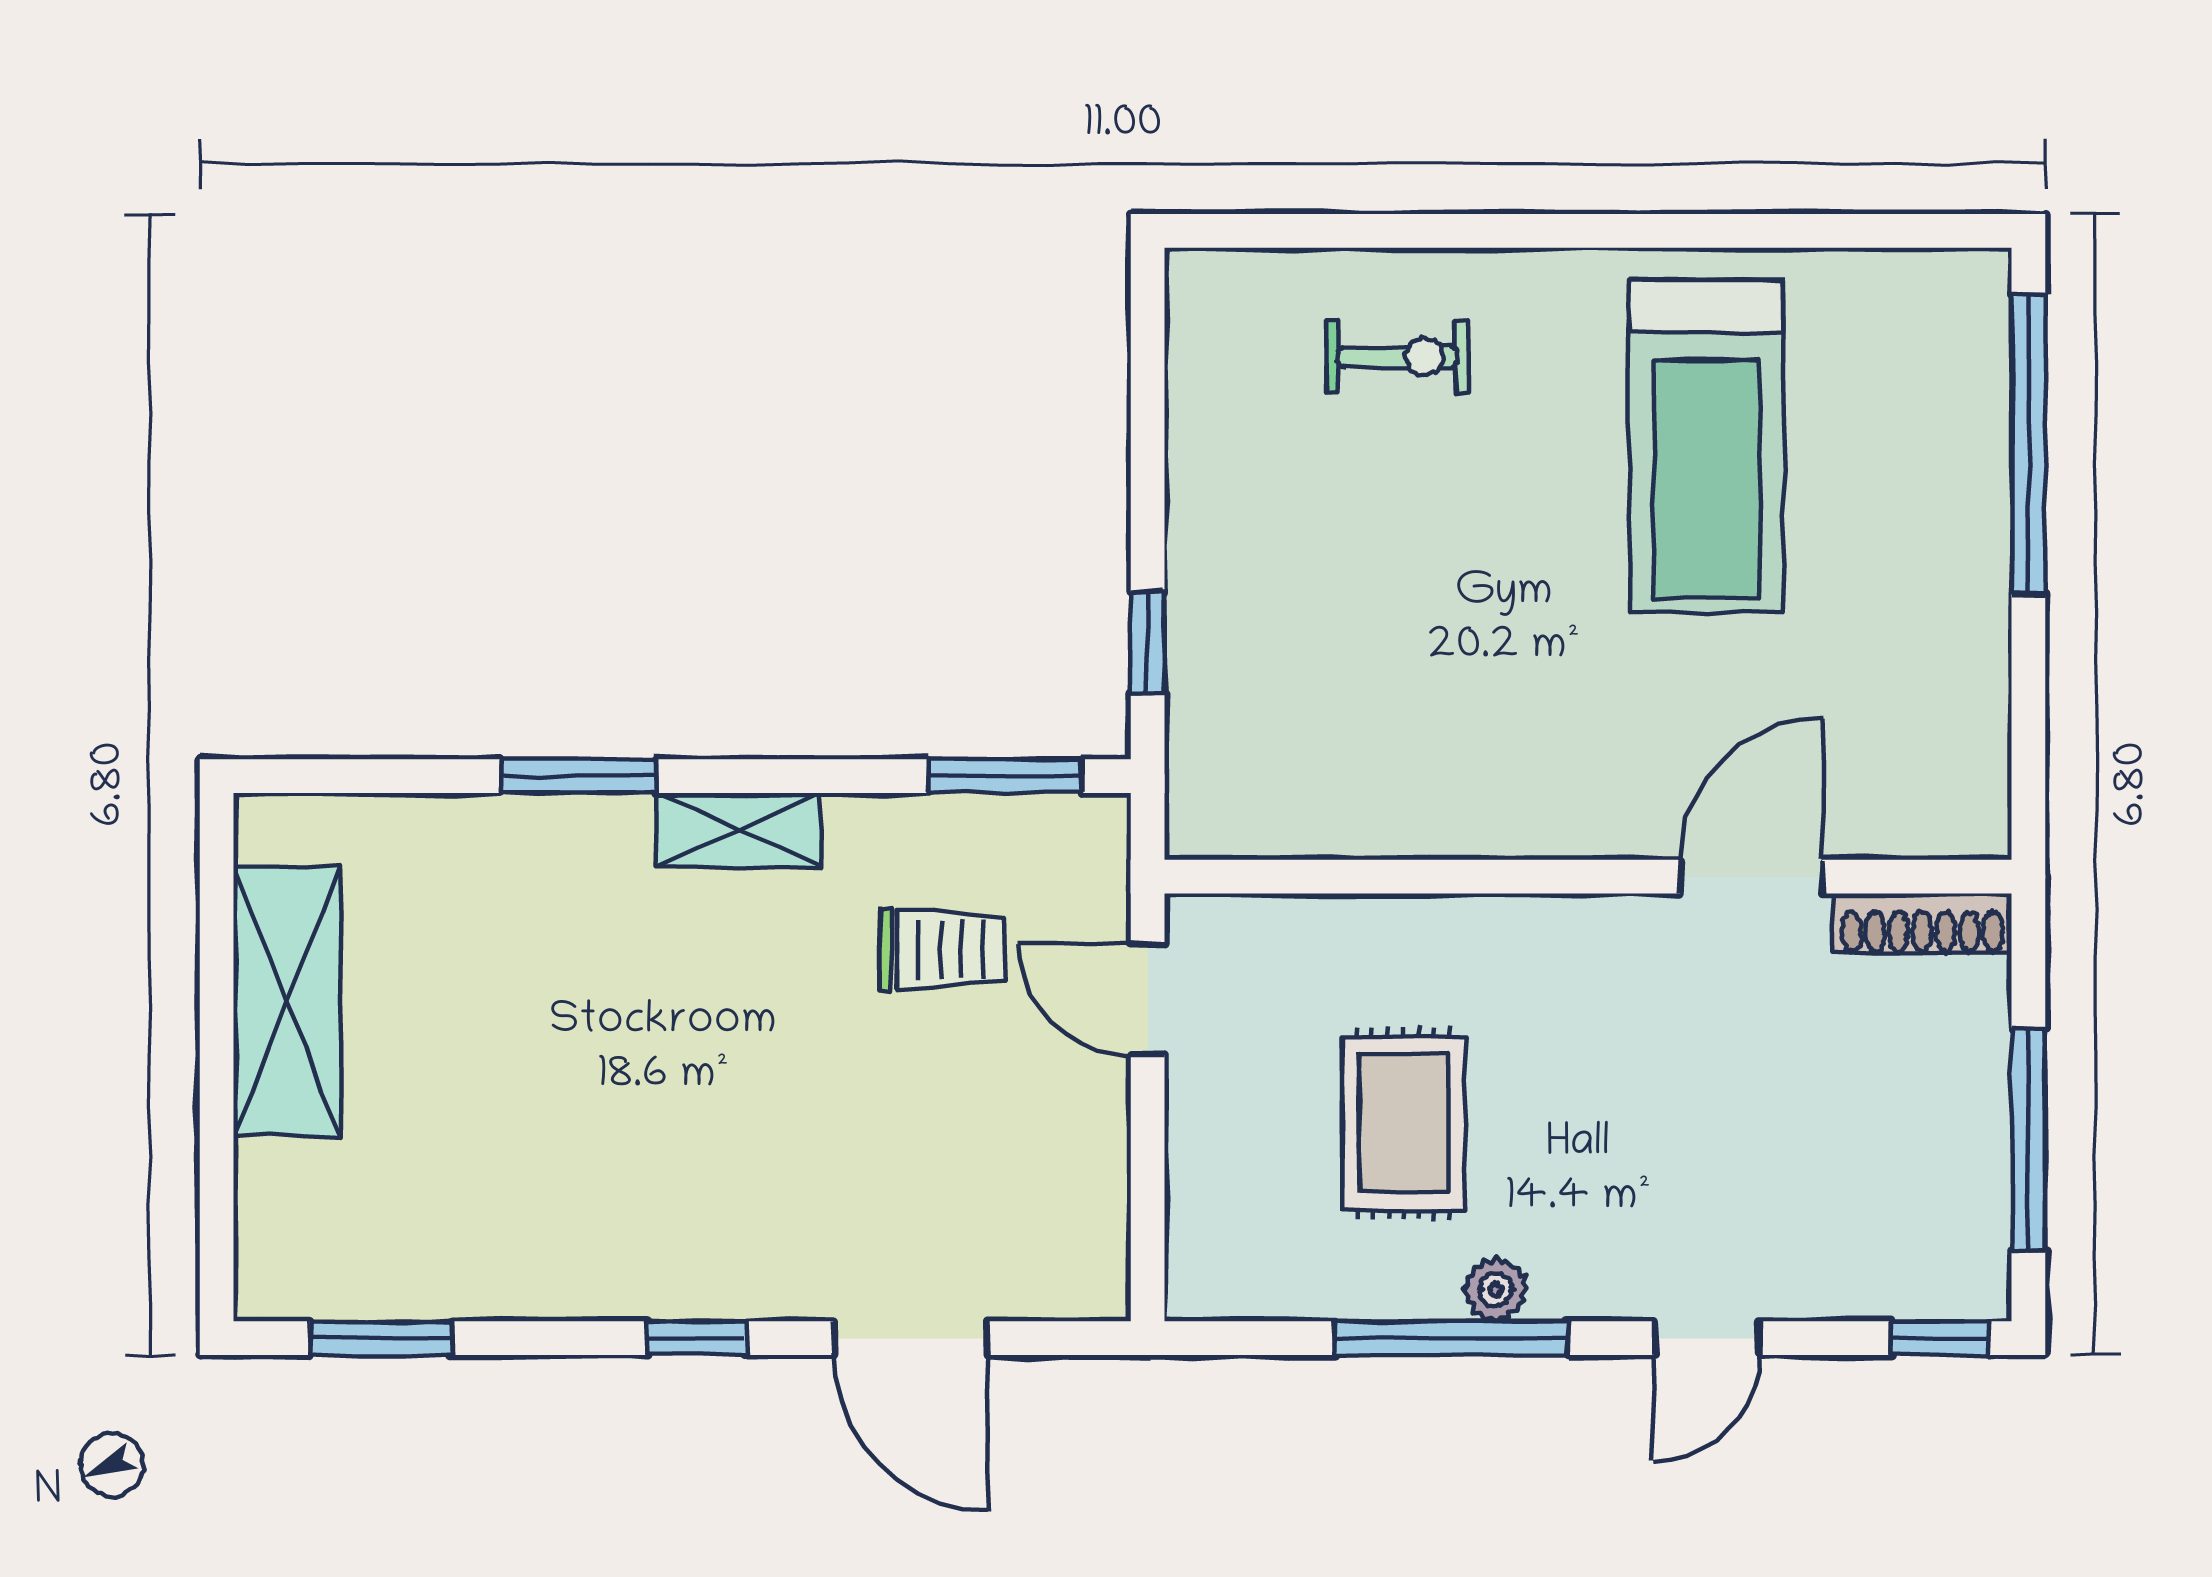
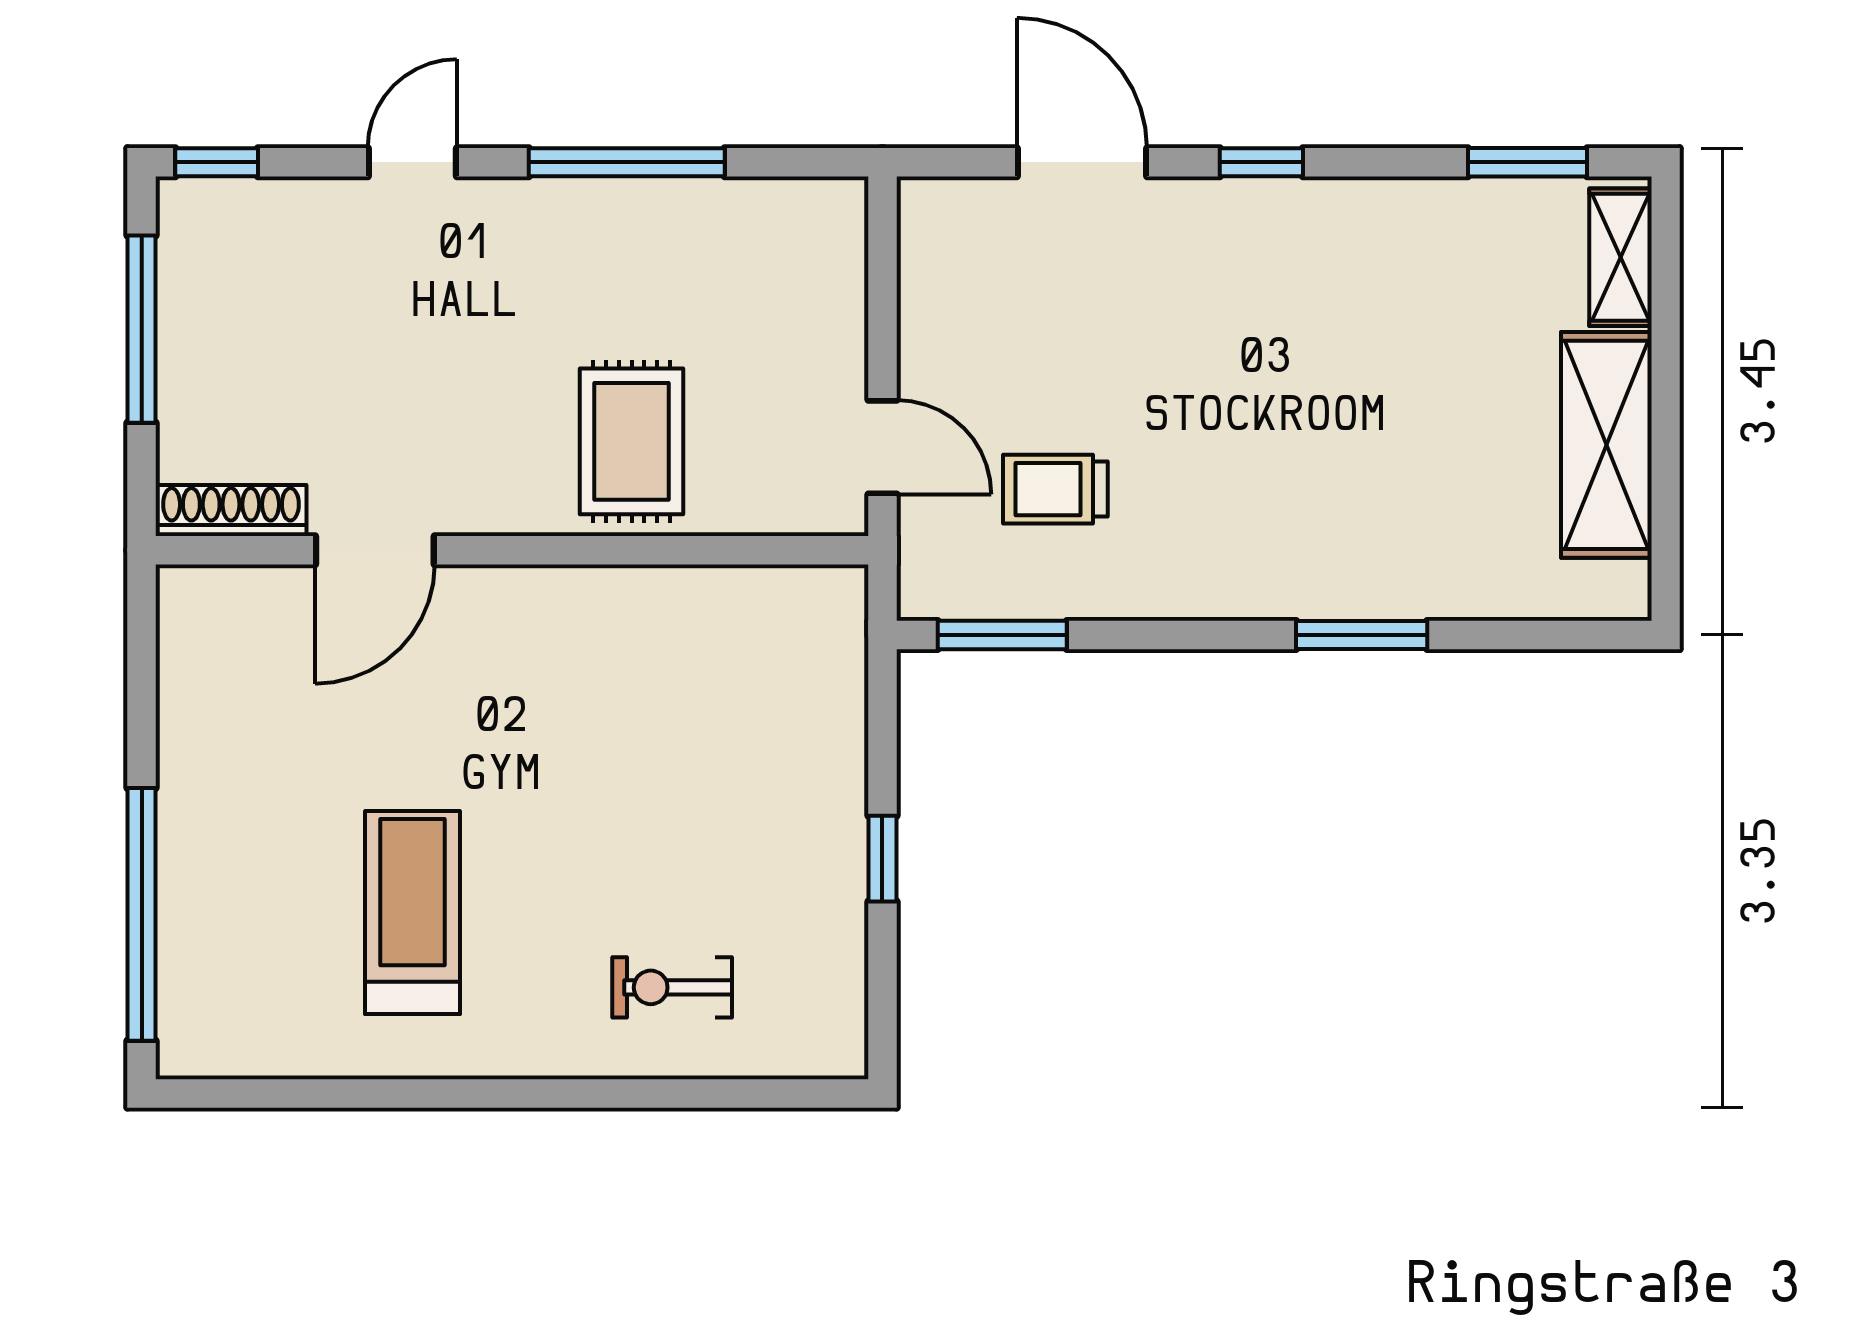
treadmill: (1706, 446) -> (412, 913), width x0.73, depth x0.73
window: (1148, 642) -> (882, 859), moved
shelving: (739, 830) -> (1620, 257), moved, turned 90
rug: (1404, 1123) -> (632, 441), moved
plant: (1496, 1290) -> (590, 203), removed

